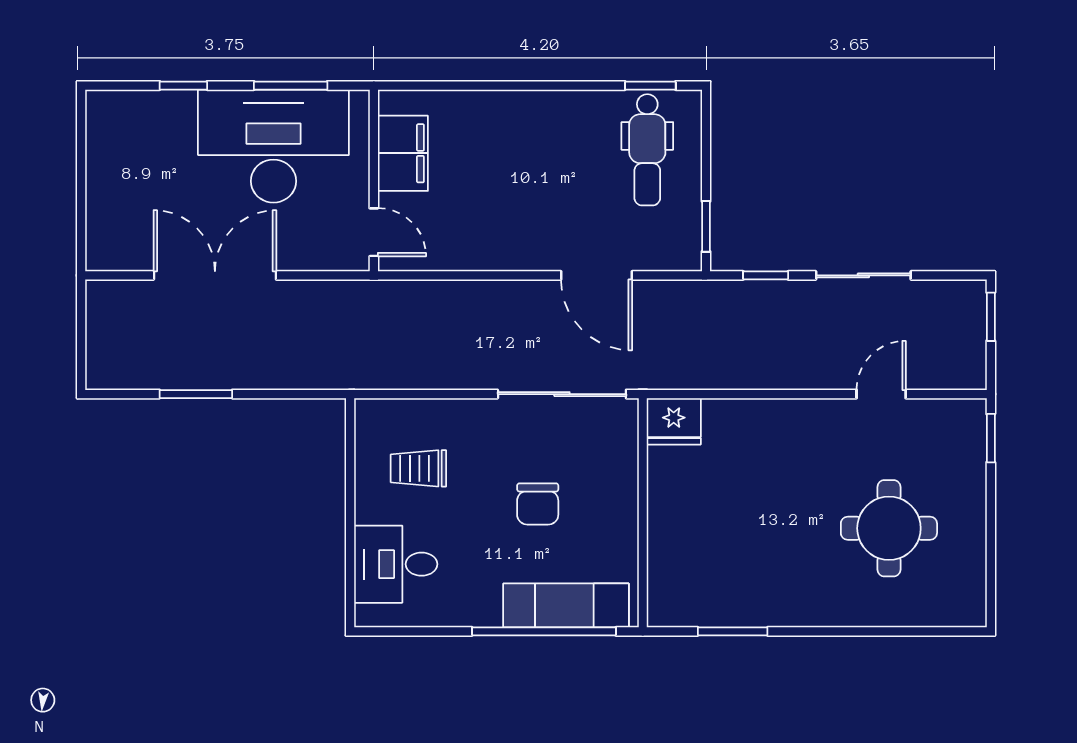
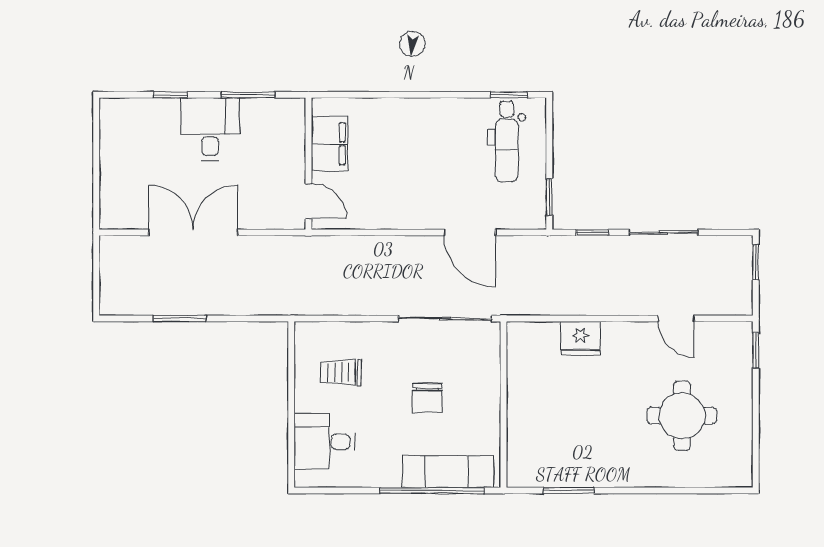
desk: (273, 146) -> (210, 129), width x0.53, depth x0.77
door: (881, 394) -> (676, 318), swing flipped
fridge: (674, 421) -> (580, 338), moved

